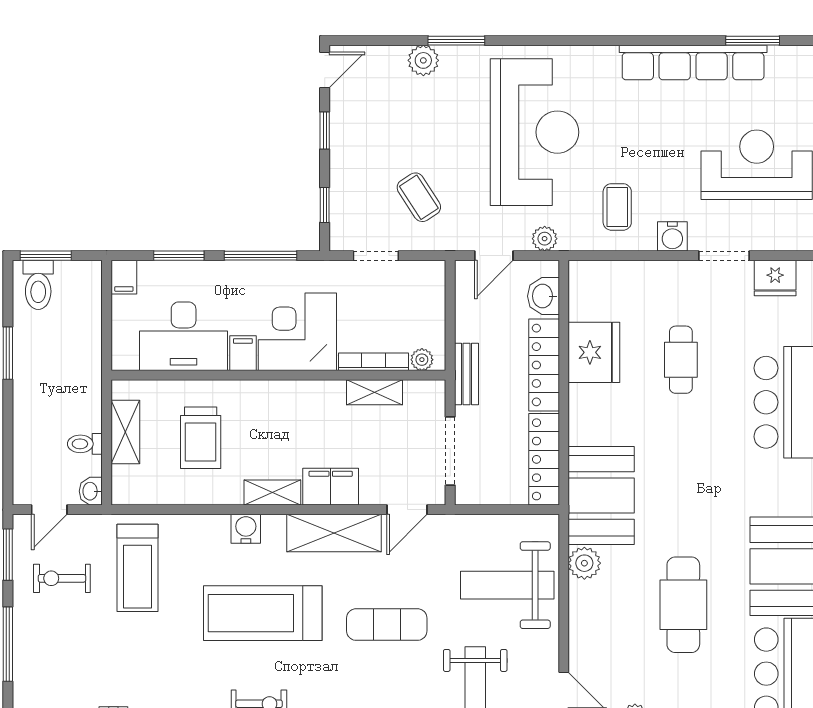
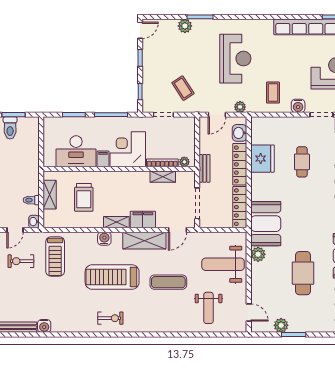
reception desk: (534, 132) -> (235, 59), width x0.74, depth x0.77
filing cabinet: (124, 277) -> (49, 124), removed

